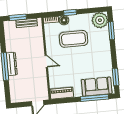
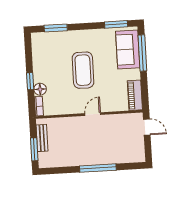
plant: (100, 20) -> (42, 42), removed
coffee table: (74, 39) -> (83, 70), moved
dresser: (12, 64) -> (95, 159), removed

